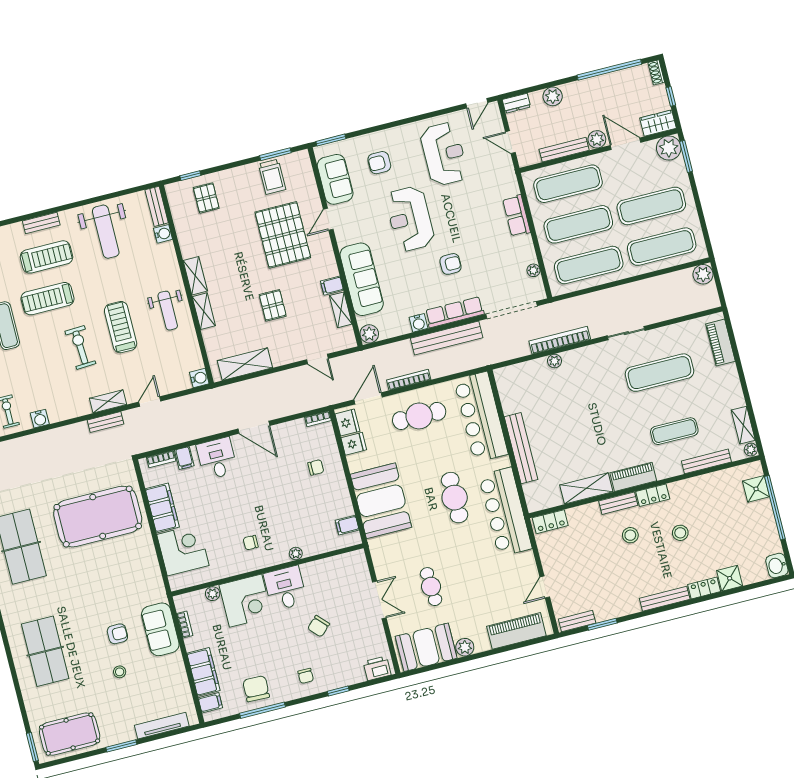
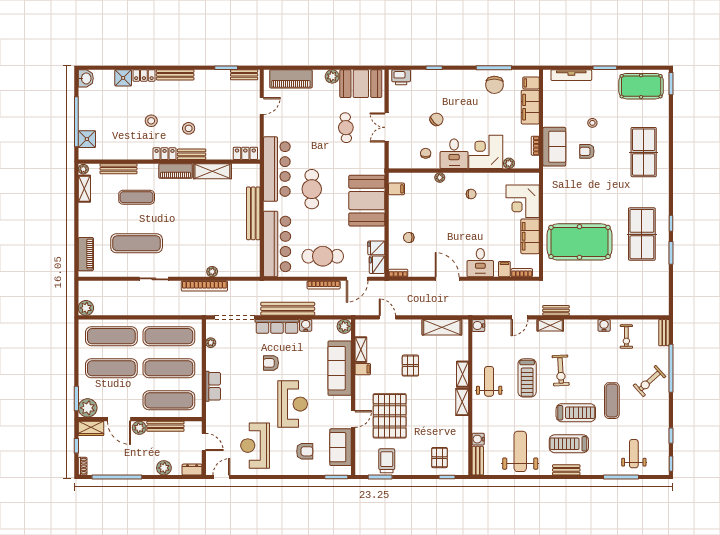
chair: (306, 676) -> (426, 153), moved

